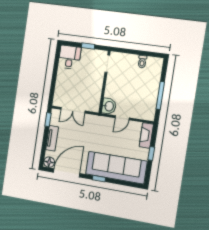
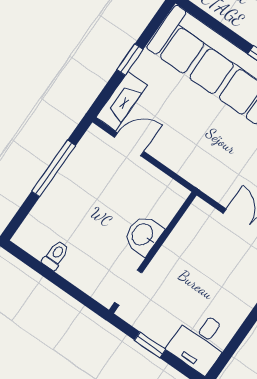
washbasin: (109, 106) -> (143, 235), moved
door: (122, 118) -> (129, 144), moved

